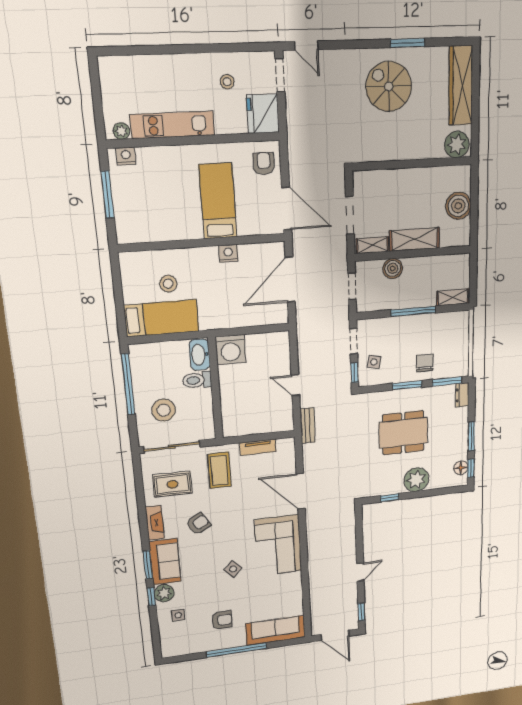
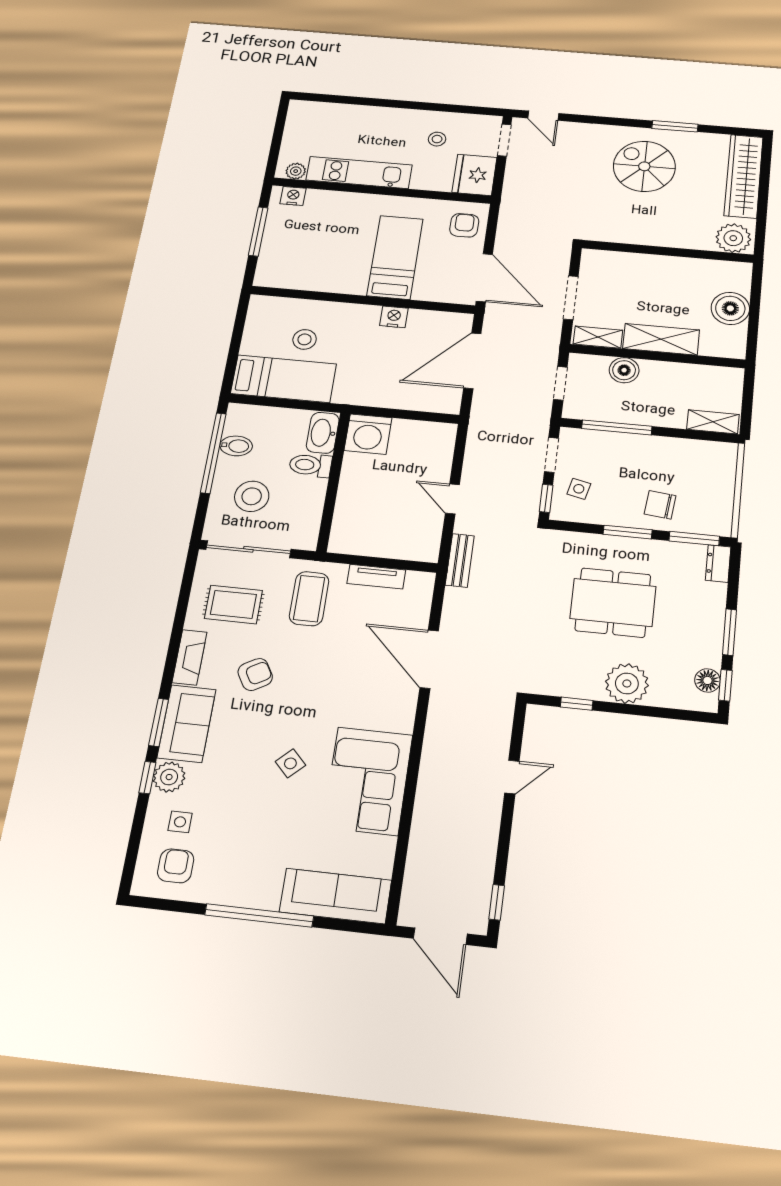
window: (413, 311) -> (617, 427), moved
chair: (425, 363) -> (660, 505), turned -84
bidet: (143, 376) -> (236, 446), added
corner sofa: (278, 545) -> (368, 781), moved
door: (360, 572) -> (512, 777), moved
armchair: (222, 620) -> (176, 866), moved, turned -90

